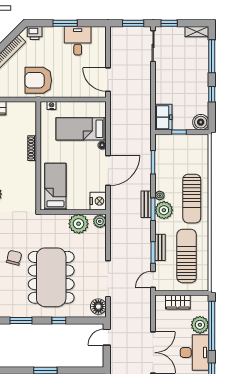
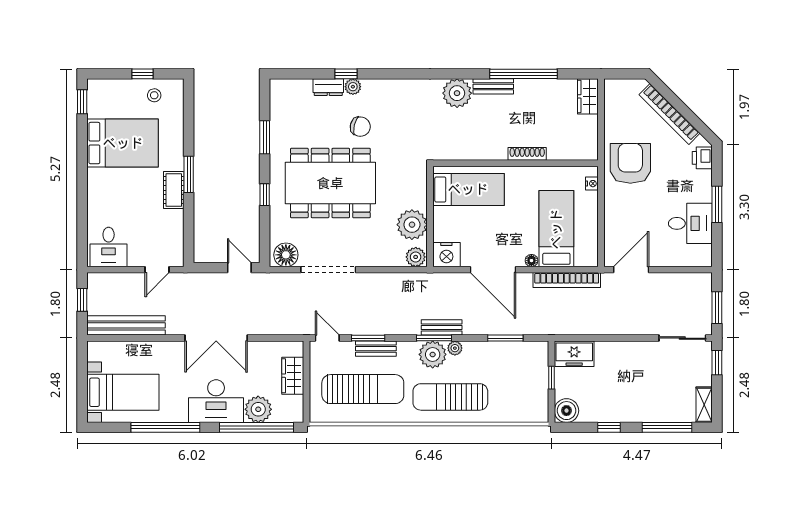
bookcase: (115, 122) -> (567, 280), added

